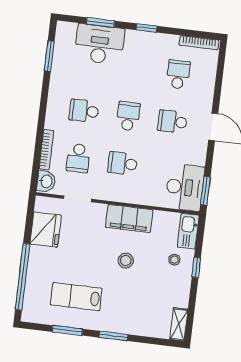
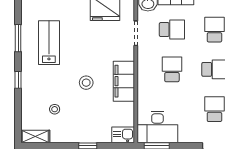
school desk: (78, 158) -> (172, 30), turned 180
kitchen sink: (188, 231) -> (123, 135), width x0.73
stool: (174, 260) -> (55, 109), moved
window: (114, 336) -> (18, 80), width x0.67

